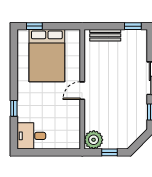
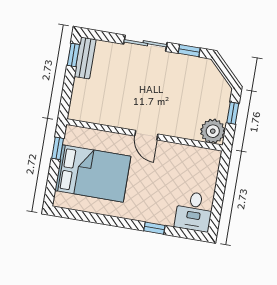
window: (34, 26) -> (58, 148), moved
bench: (105, 35) -> (85, 58), moved

